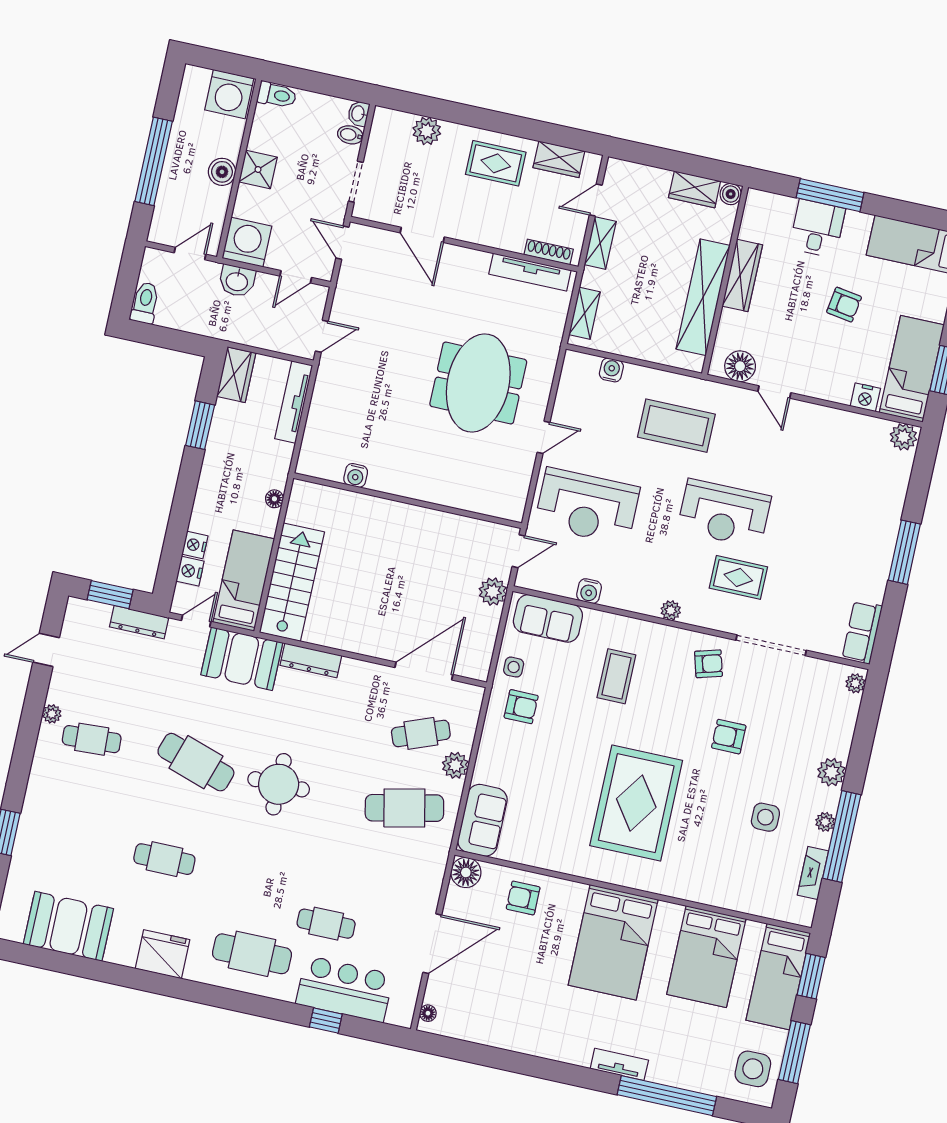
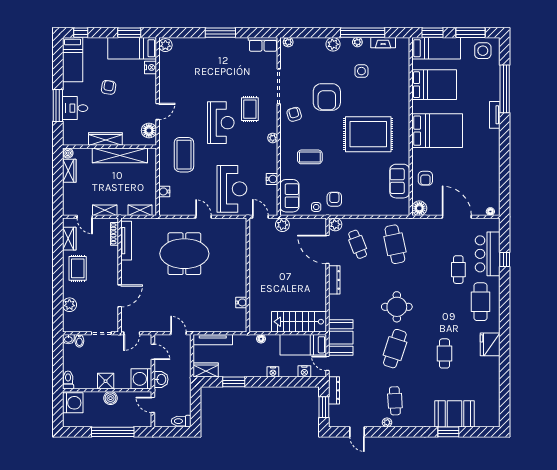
nightstand: (195, 545) -> (273, 372), moved
dresser: (311, 660) -> (334, 280), moved
armchair: (729, 737) -> (327, 97), width x1.88, depth x1.88
plant: (455, 765) -> (335, 224), moved
sofa: (482, 820) -> (400, 181), moved, turned -90
booth: (68, 926) -> (455, 414), moved, turned 90

